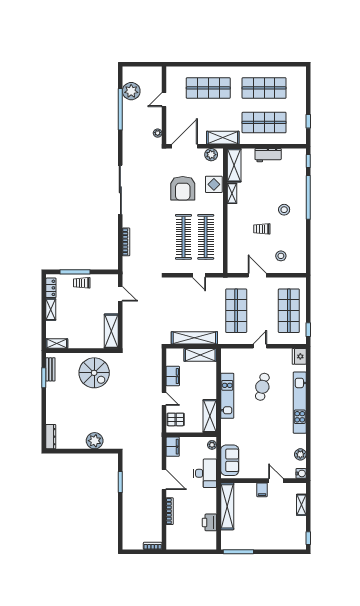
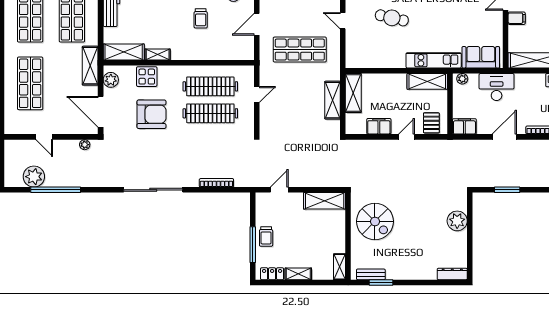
shelving: (194, 338) -> (333, 100), width x0.68
spiral stairs: (94, 373) -> (375, 221), turned 90
kitchen unit: (227, 396) -> (434, 60), moved

